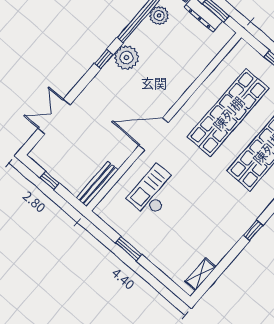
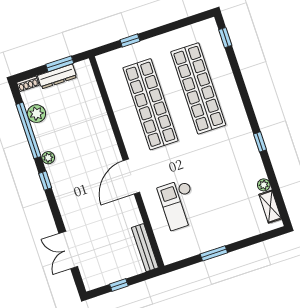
plant: (127, 58) -> (48, 158), width x0.53, depth x0.53
plant: (216, 257) -> (264, 185), added

